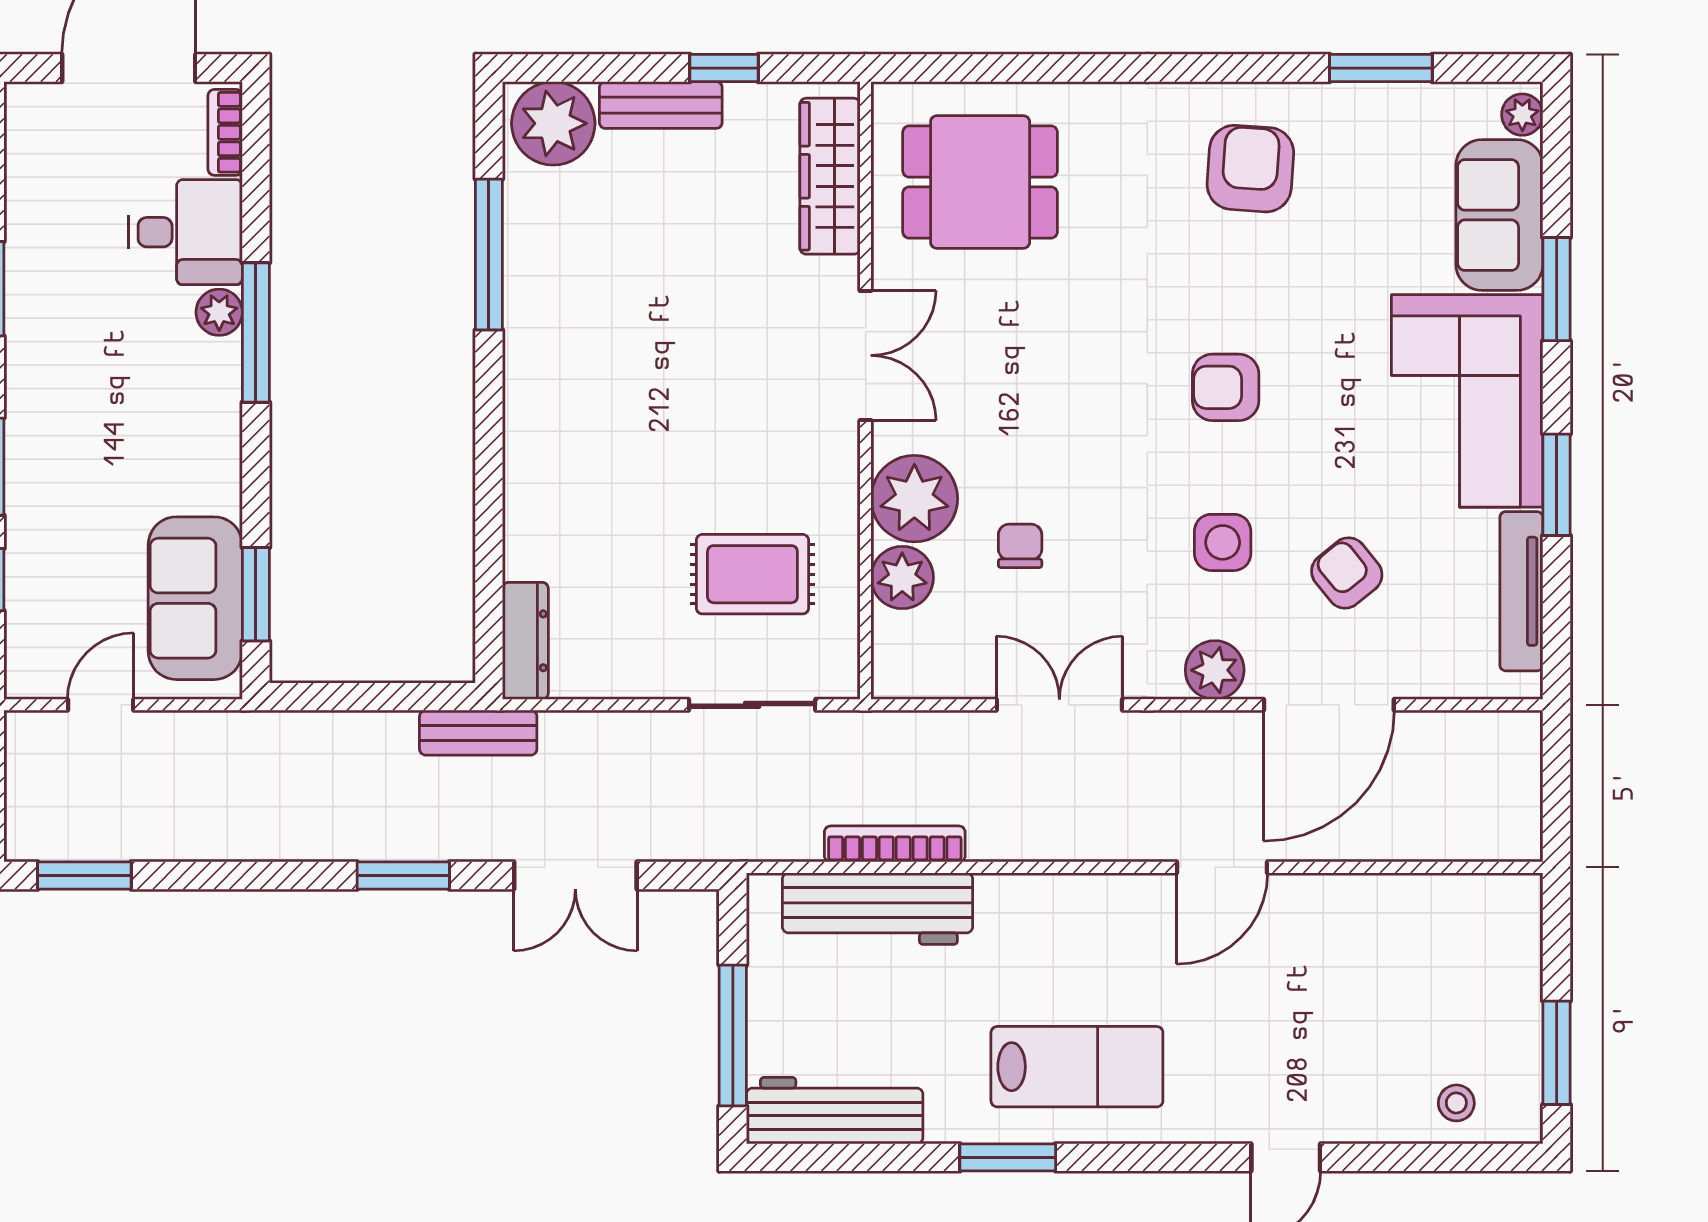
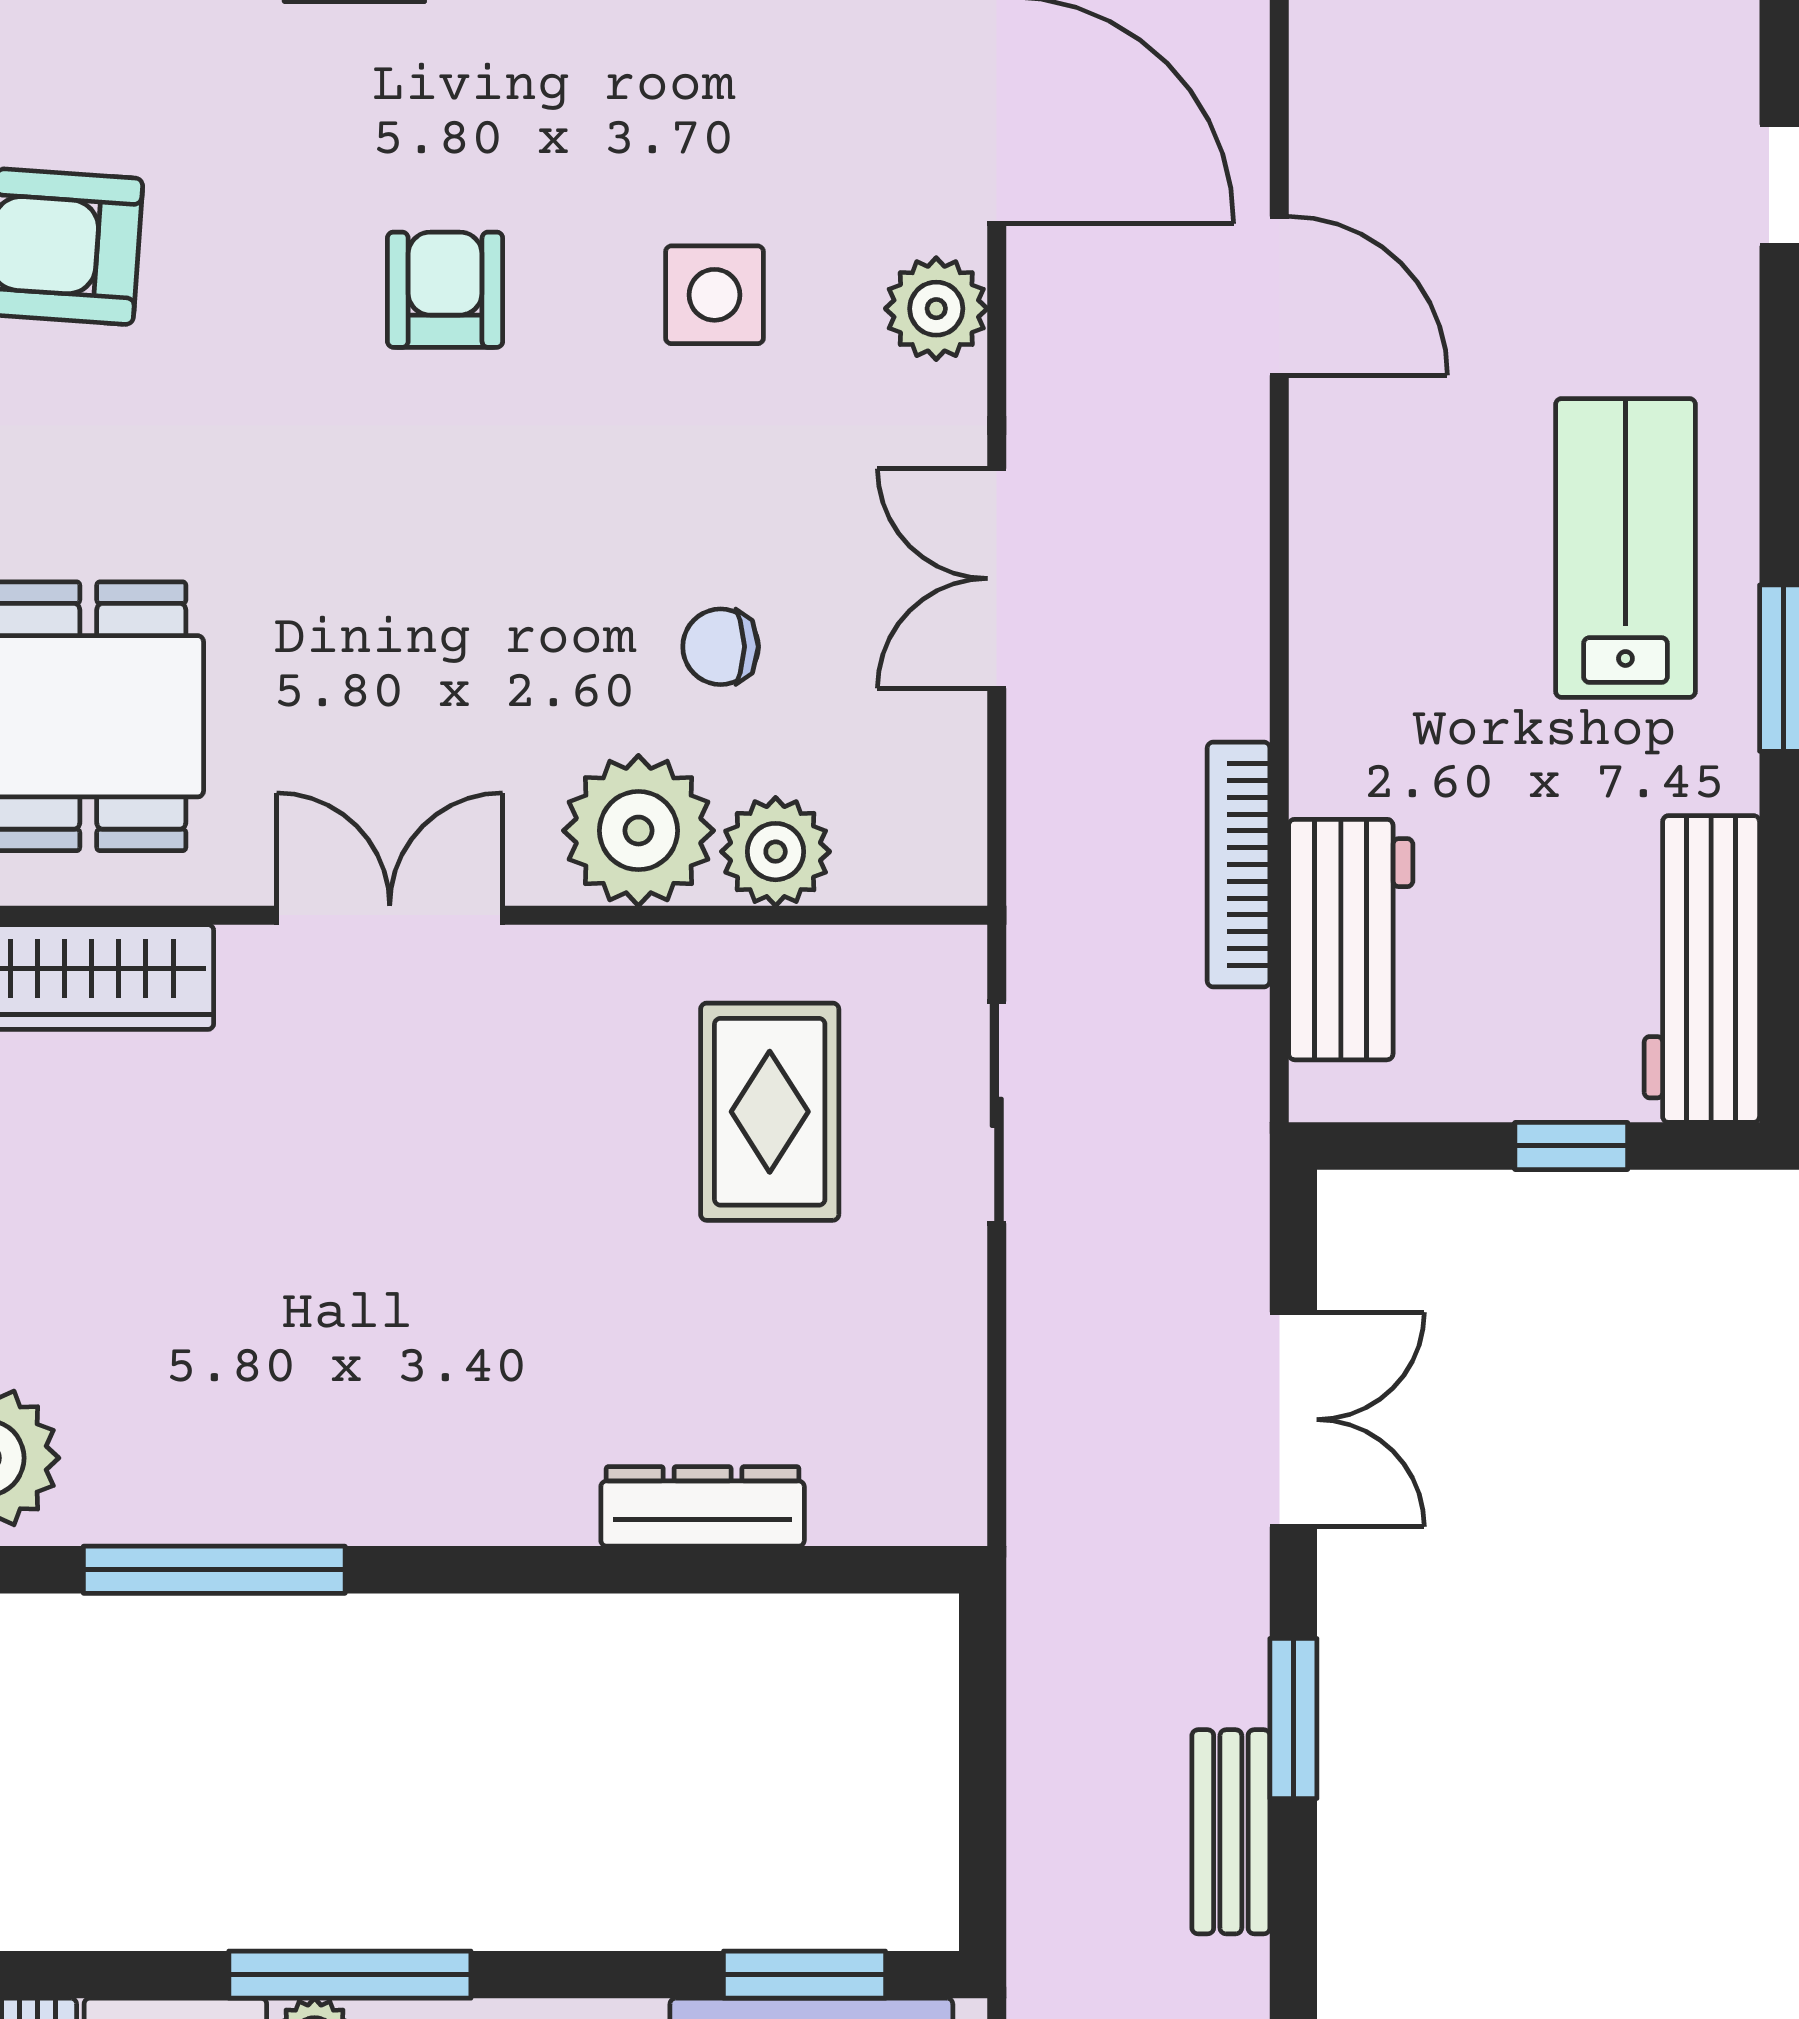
armchair: (1226, 387) -> (445, 290), turned 180
armchair: (1347, 573) -> (768, 79), removed
dresser: (525, 641) -> (703, 1506), moved
bench: (478, 733) -> (1231, 1832), moved
workbench: (878, 909) -> (1351, 940), width x0.73
window: (733, 1035) -> (1571, 1146), width x0.46

